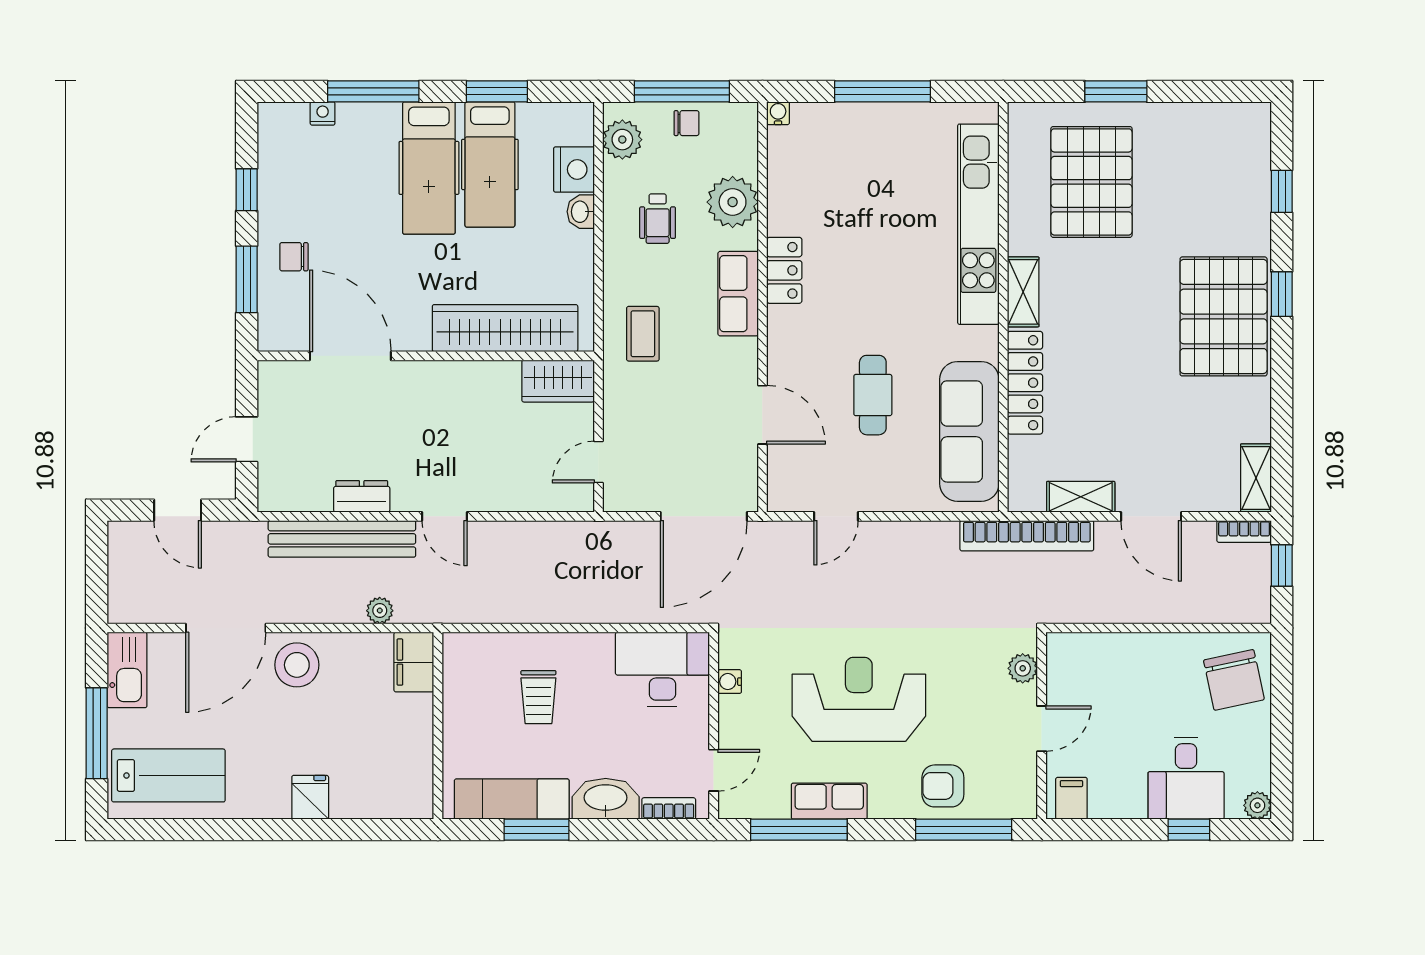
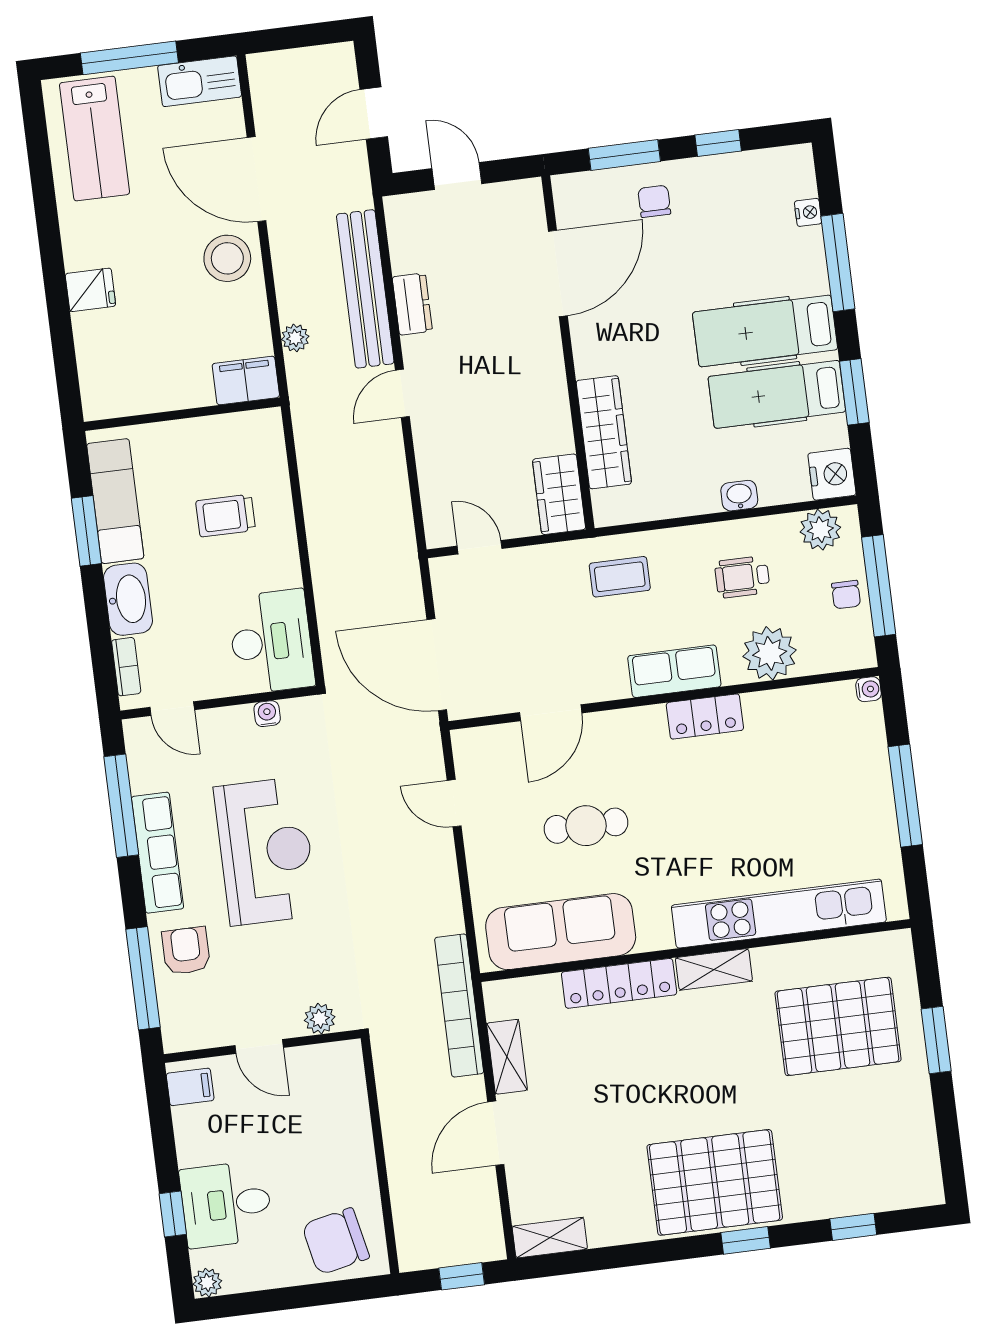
nightstand: (574, 169) -> (832, 474), moved, turned -90
wardrobe: (505, 328) -> (604, 432), width x0.71, depth x0.85
bookcase: (1244, 531) -> (492, 1232), removed
row of seats: (829, 801) -> (157, 853), width x1.48

